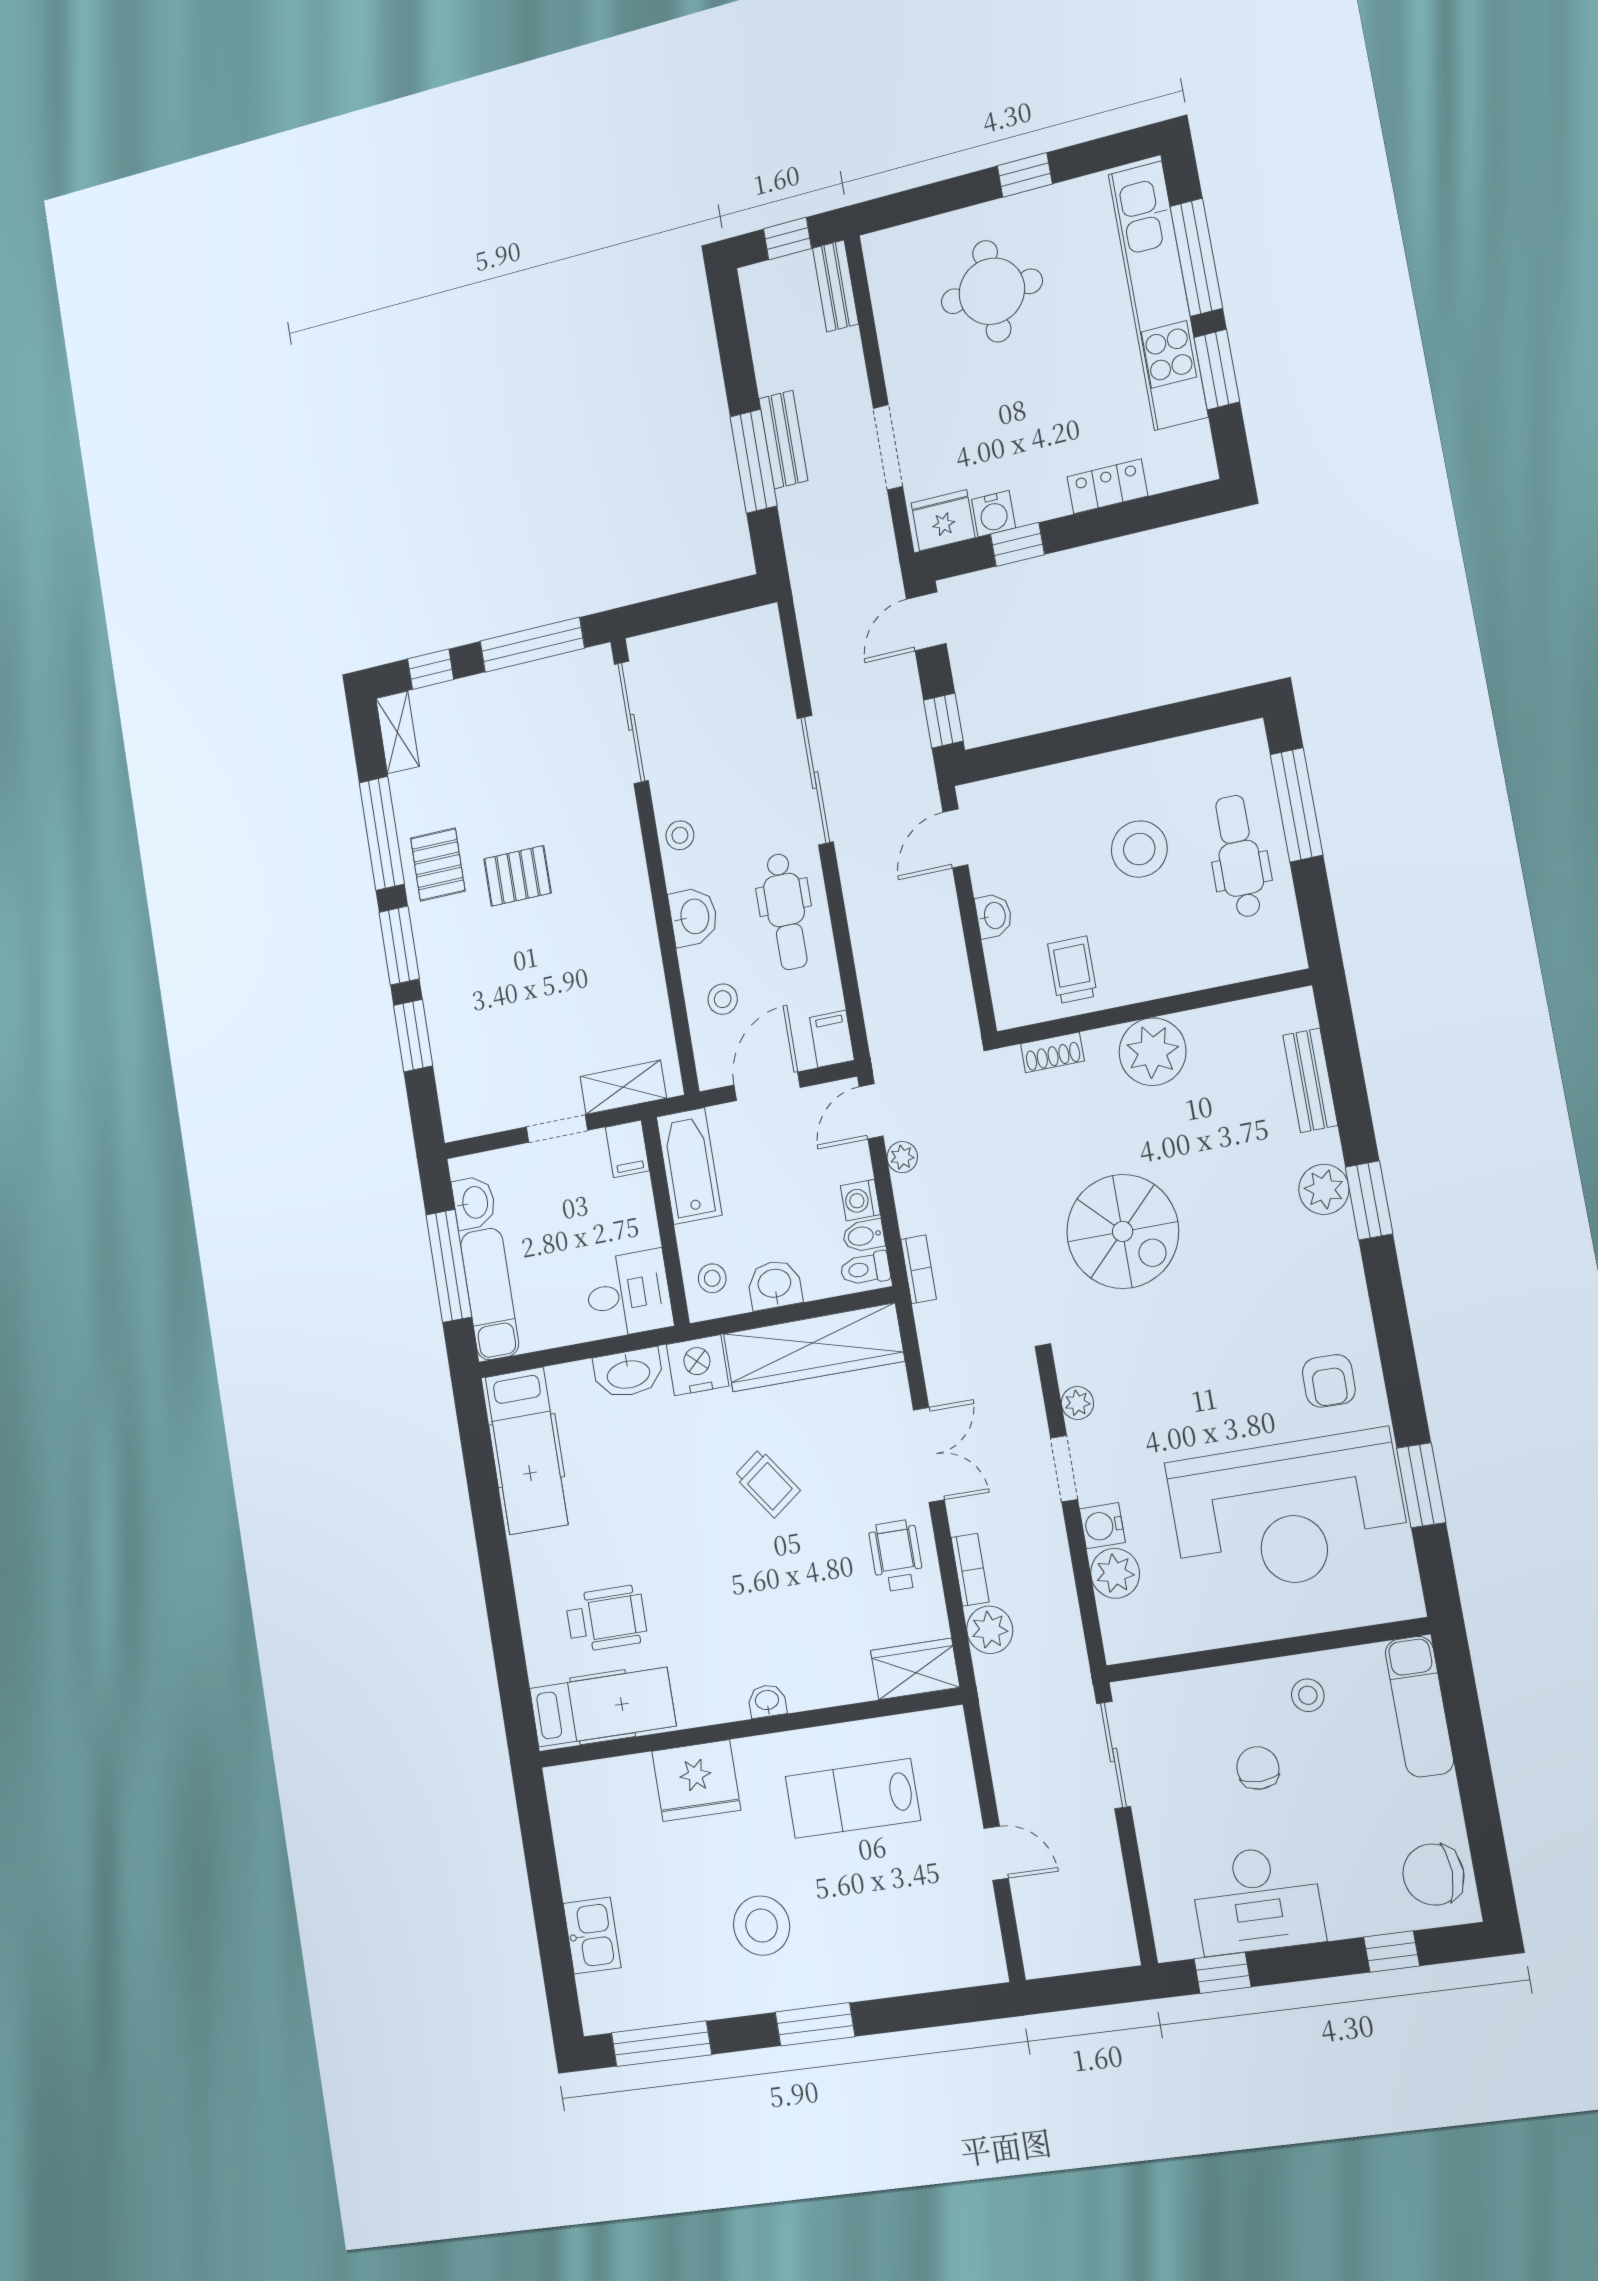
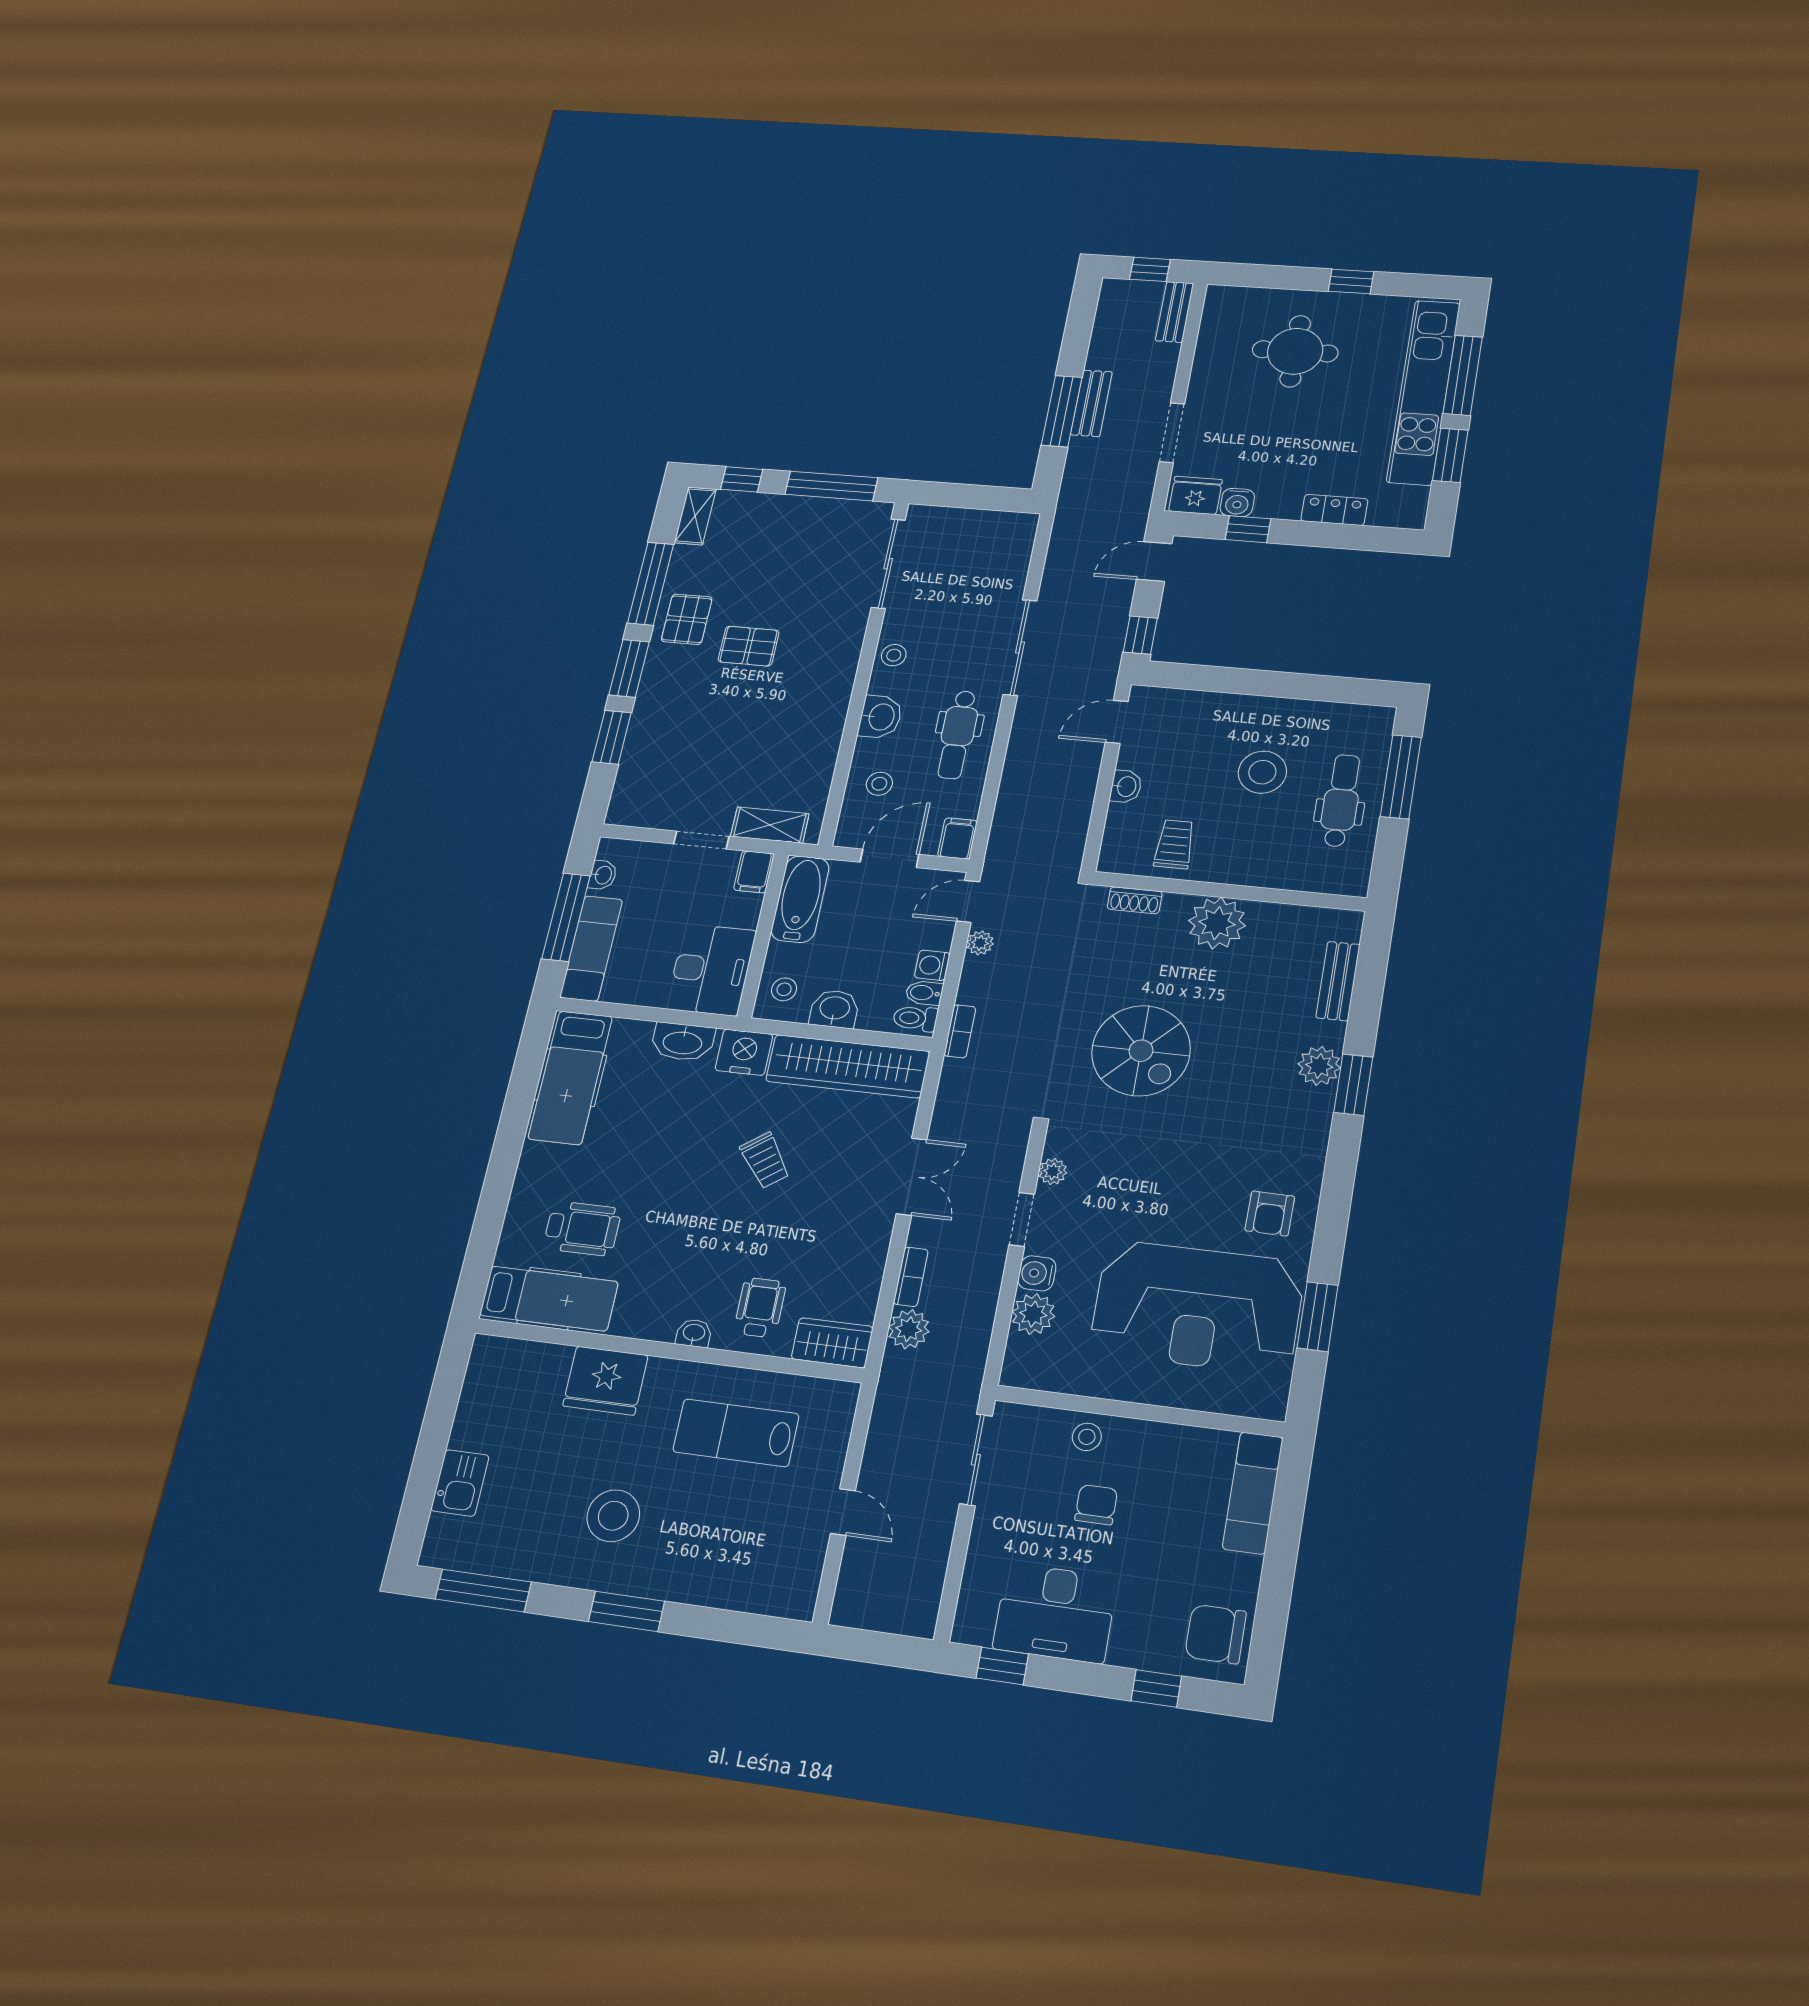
washbasin: (474, 1203) -> (603, 875), width x0.72, depth x0.69
desk: (628, 1294) -> (711, 970), width x1.37
wheelchair: (896, 1556) -> (760, 1308), moved
stool: (1308, 1695) -> (1087, 1437), moved

